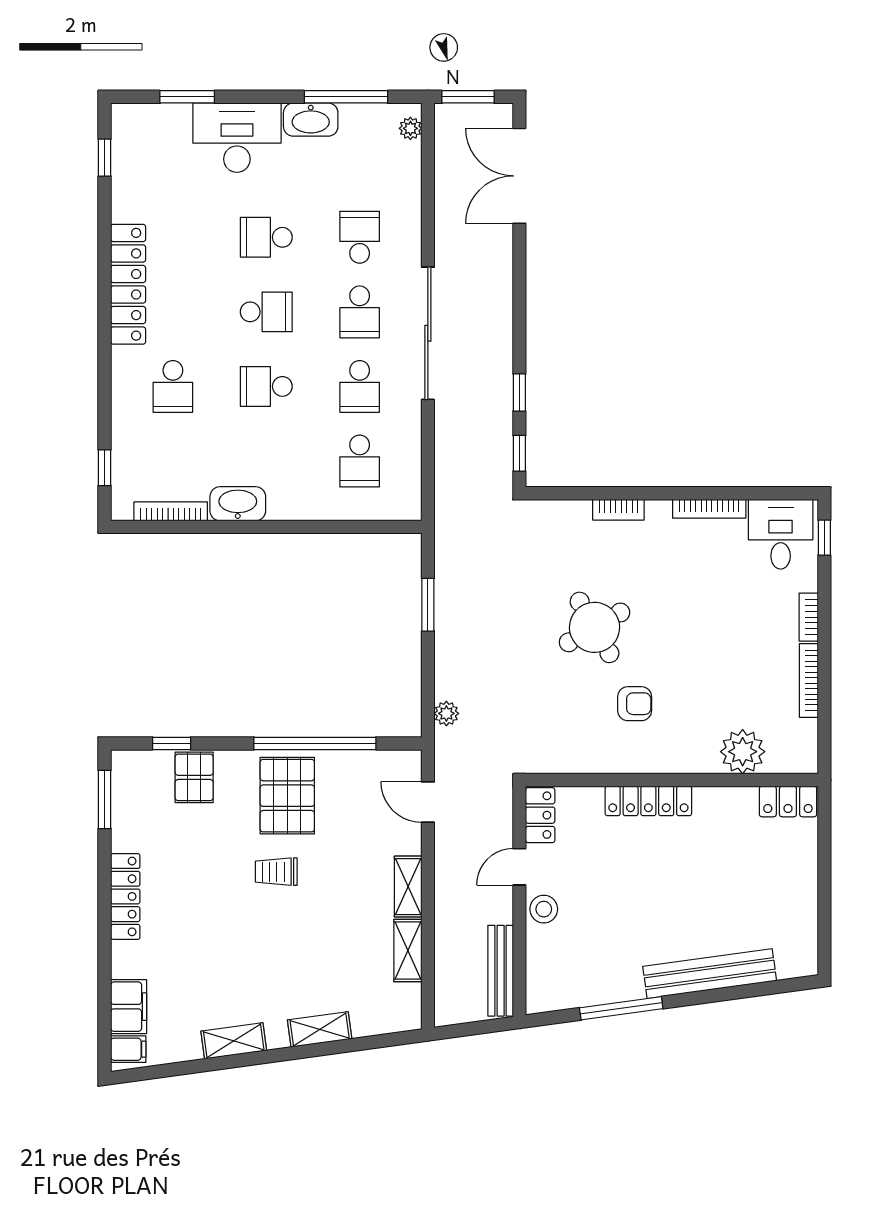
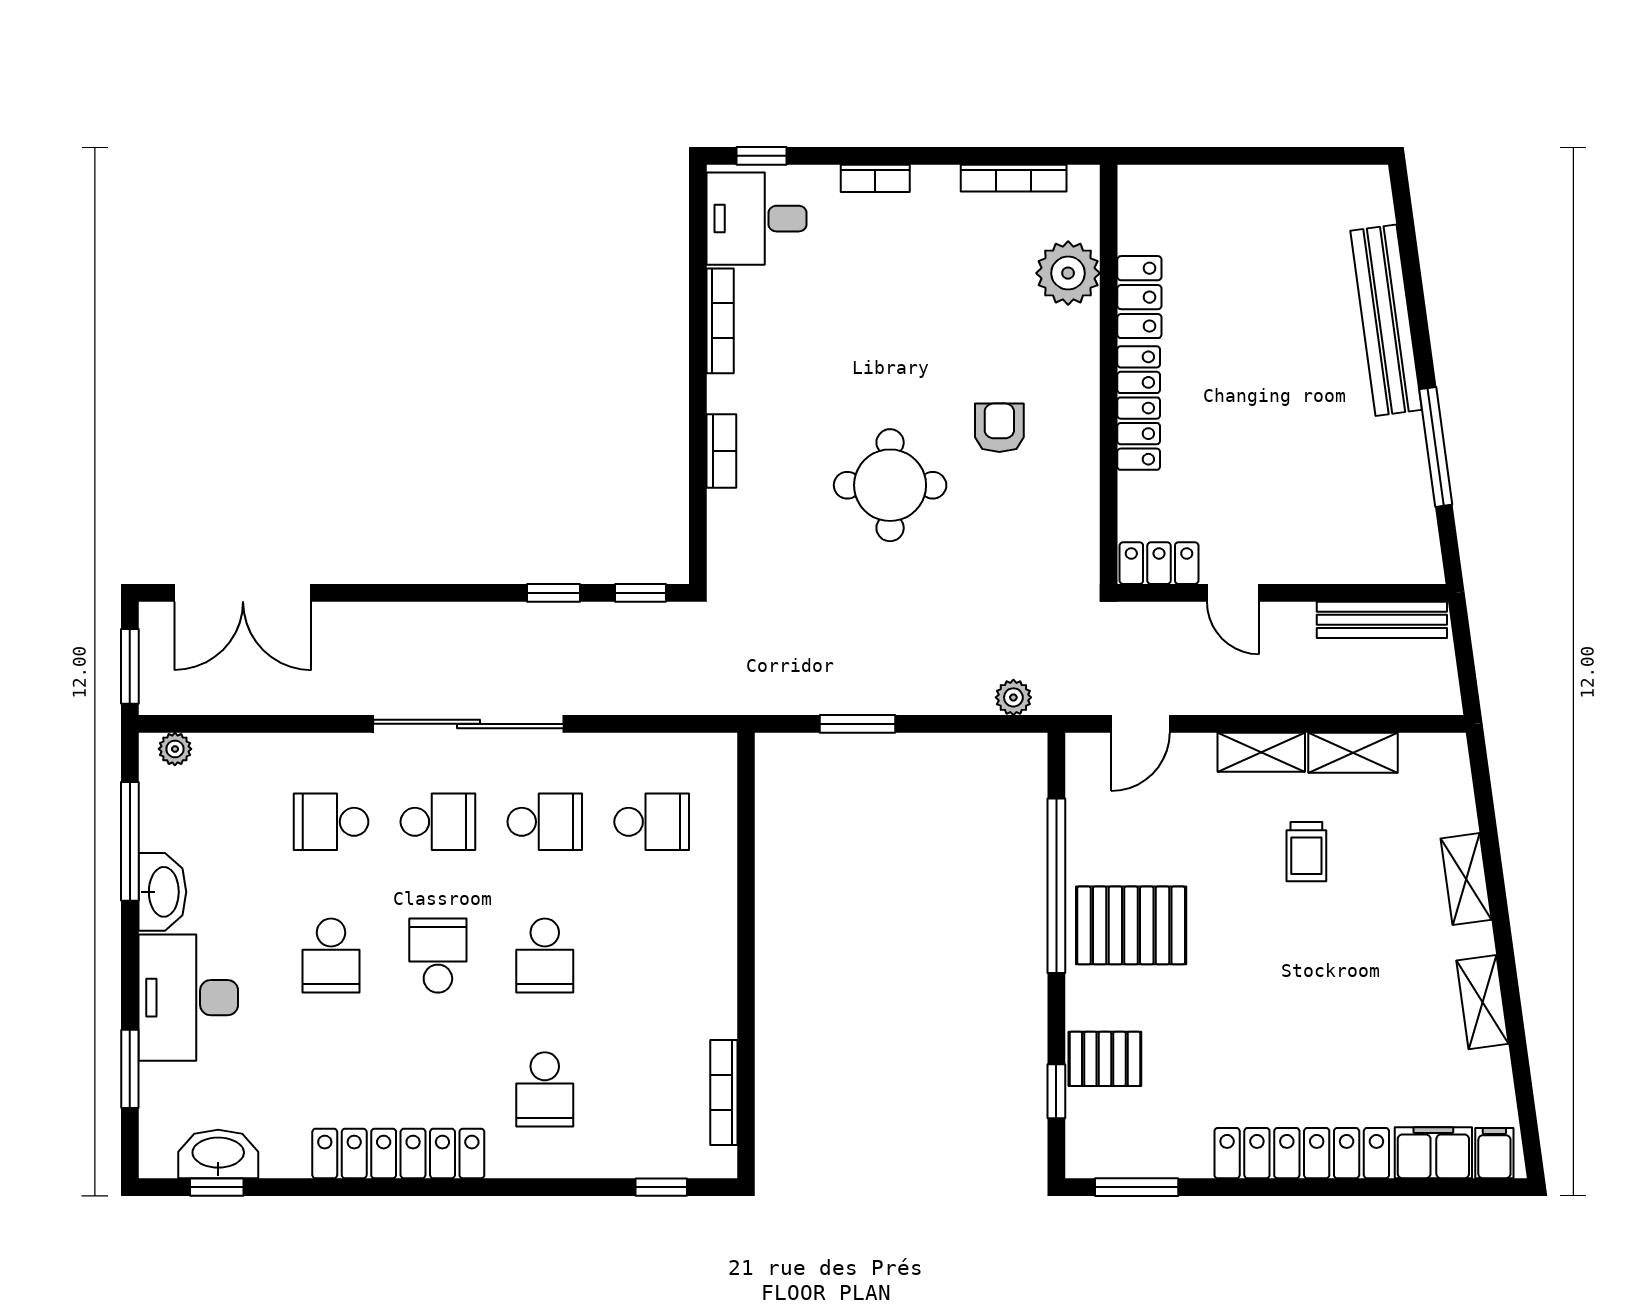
school desk: (173, 386) -> (545, 1089), turned 90
washbasin: (238, 504) -> (218, 1154), moved, turned 90
round table: (595, 627) -> (890, 485), turned 30
bookcase: (809, 680) -> (1014, 178), moved
locker: (788, 801) -> (1139, 297), moved
trolley: (276, 872) -> (1306, 852), moved
locker: (125, 896) -> (1302, 1153), width x1.41, depth x1.21
stool: (544, 909) -> (1294, 558), removed

